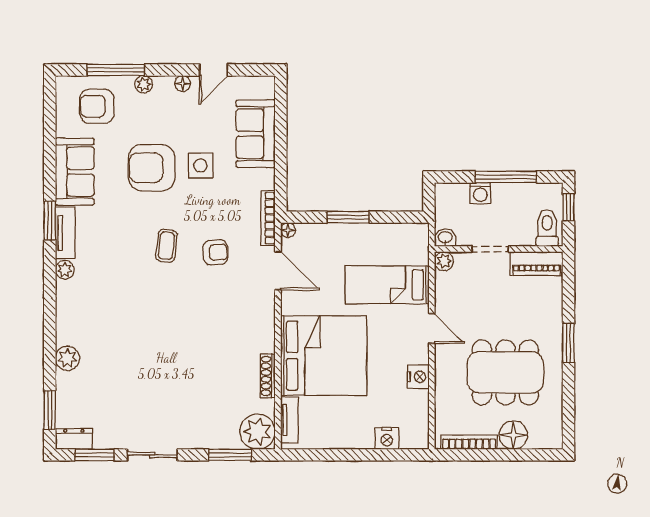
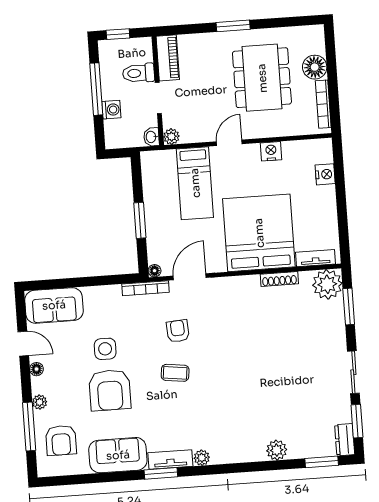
sofa: (256, 134) -> (54, 305), moved
toilet: (547, 228) -> (139, 73), moved

